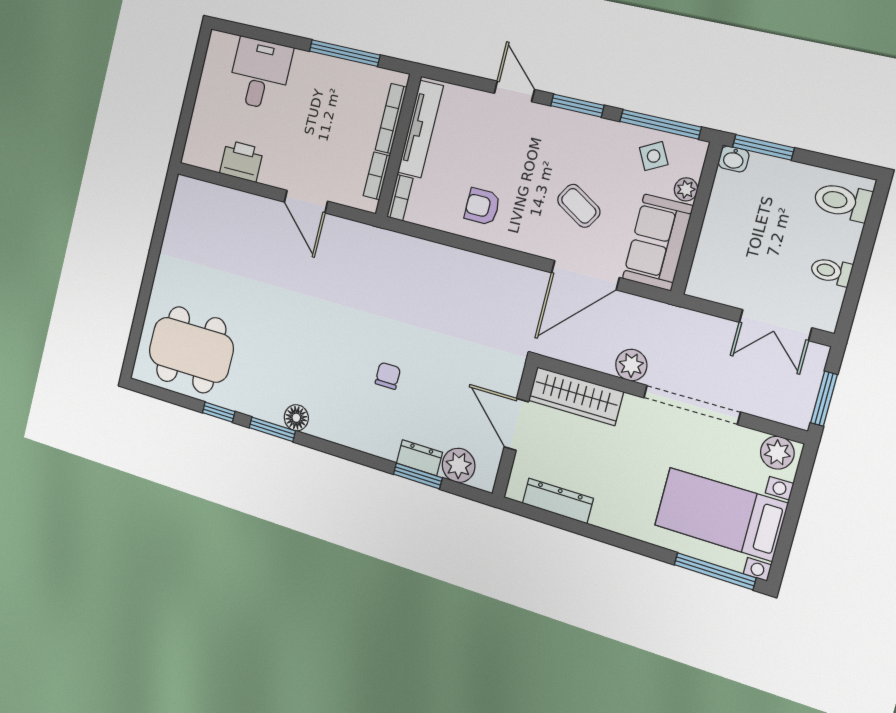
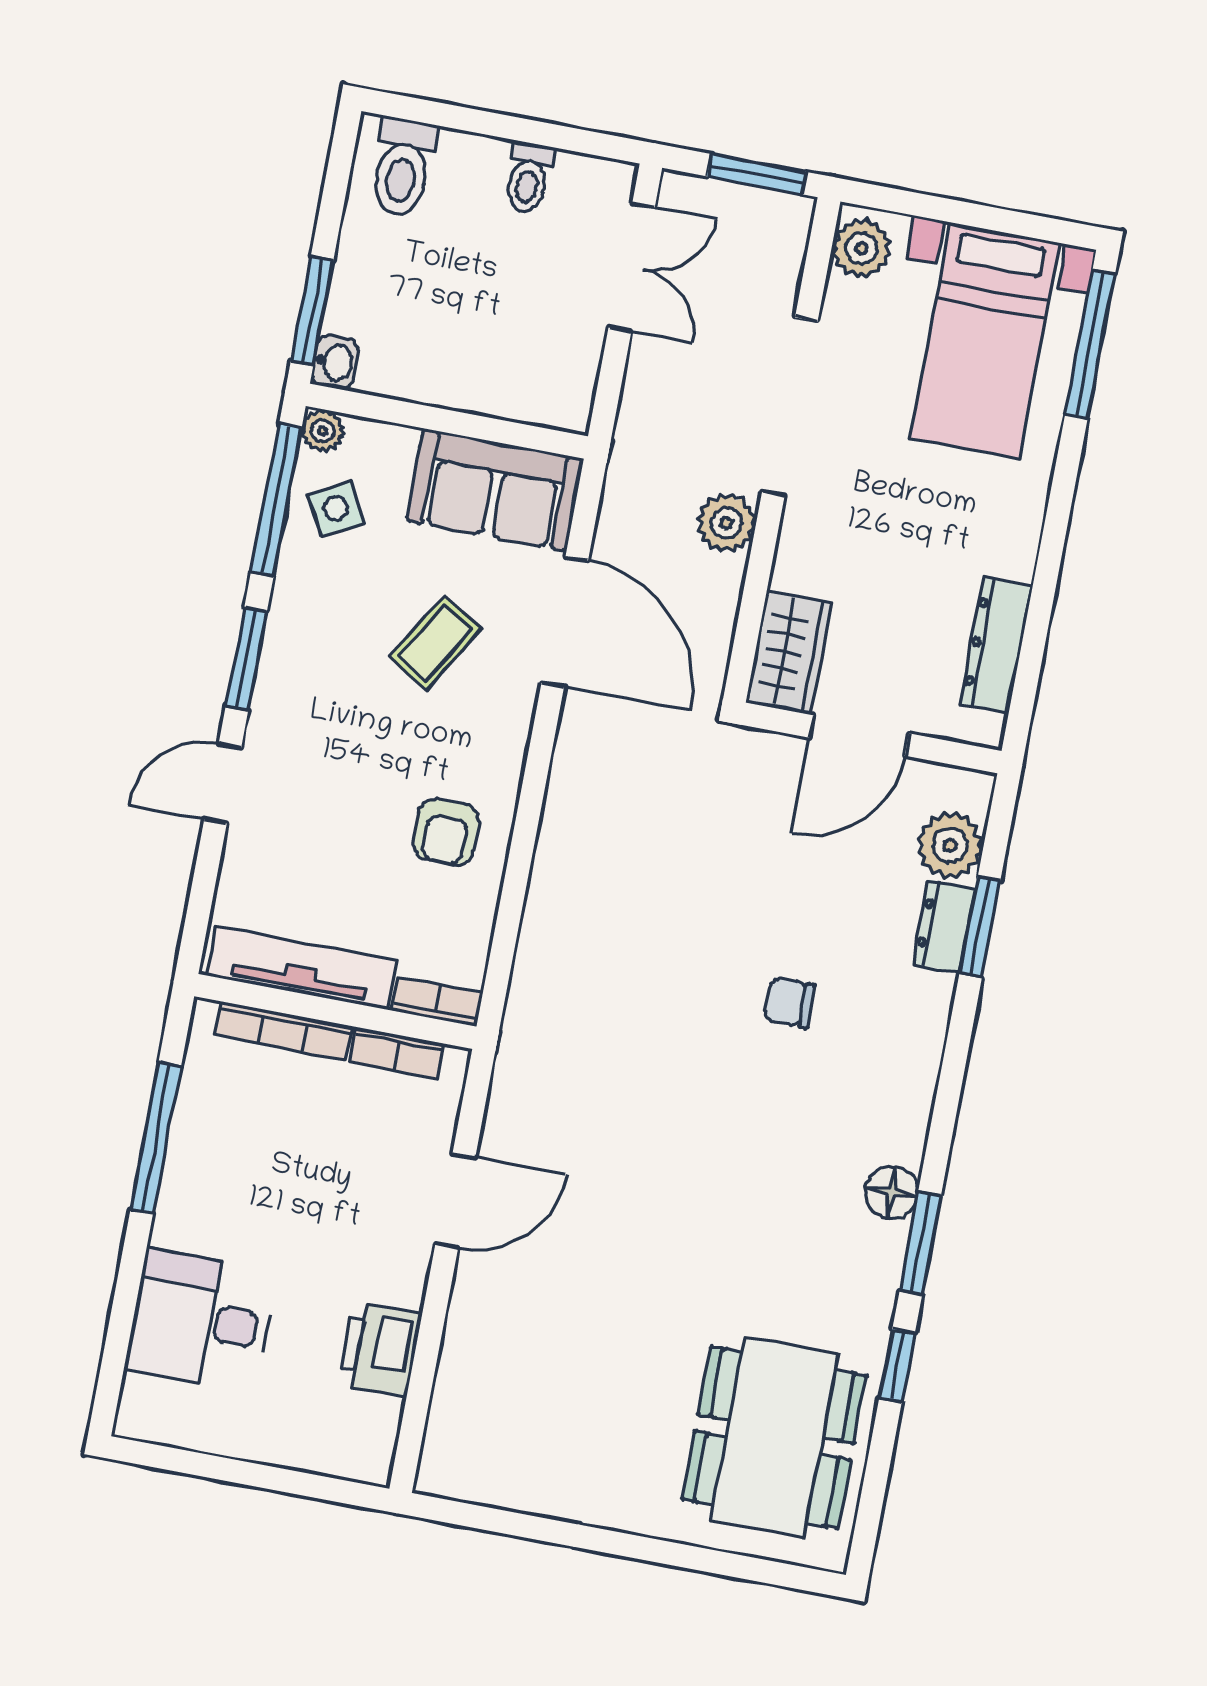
plant: (686, 189) -> (323, 431), moved
wardrobe: (576, 396) -> (789, 652), width x0.67

